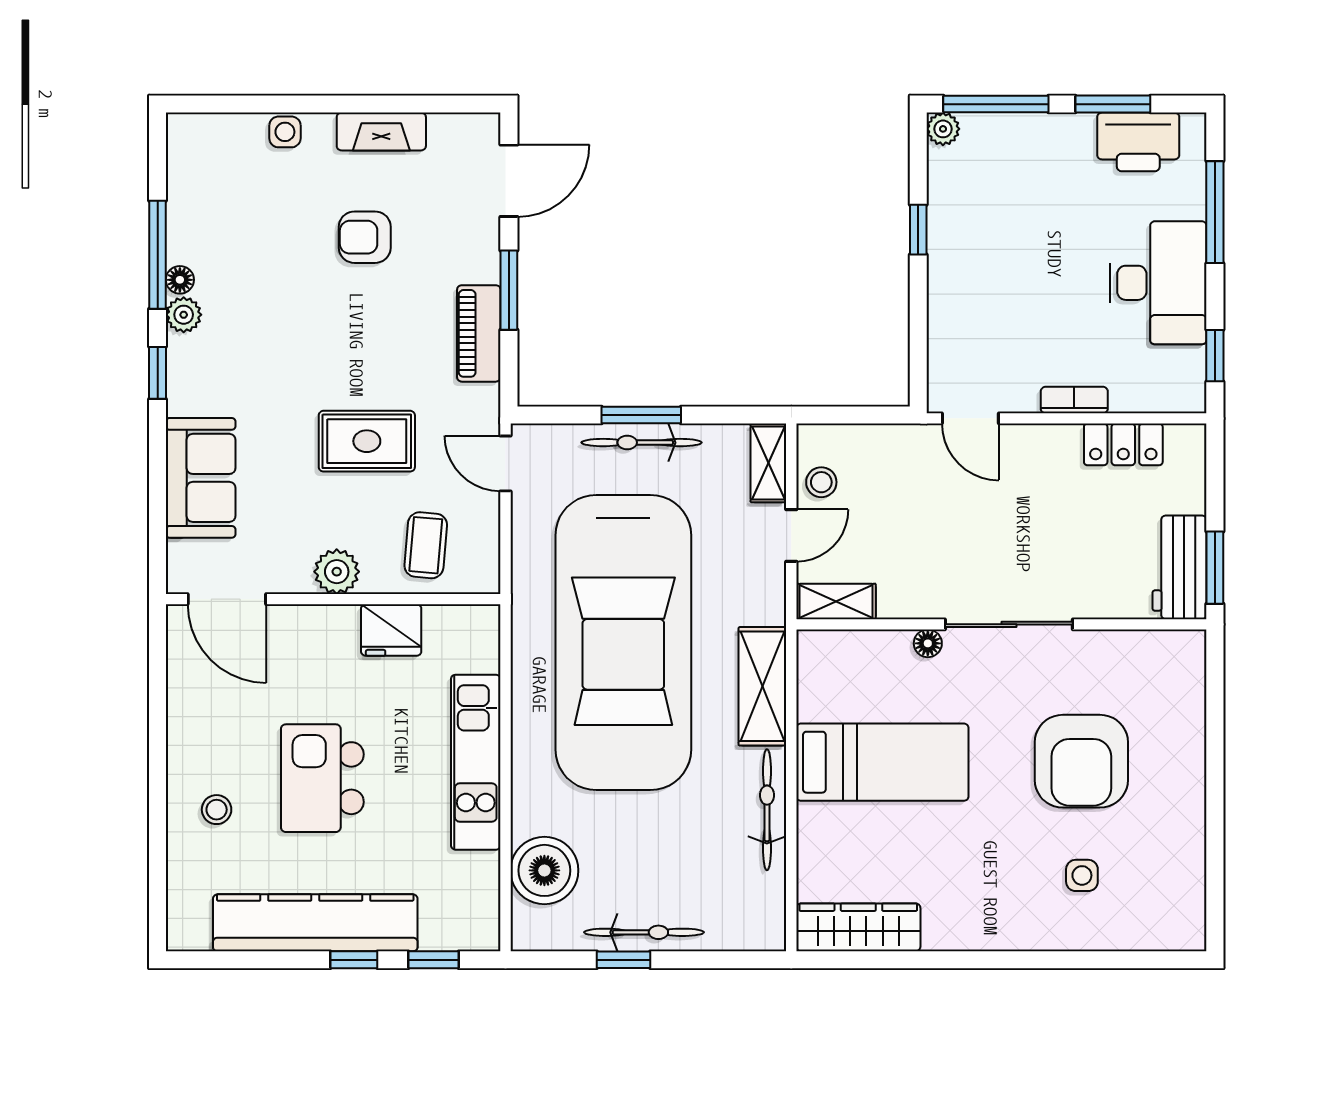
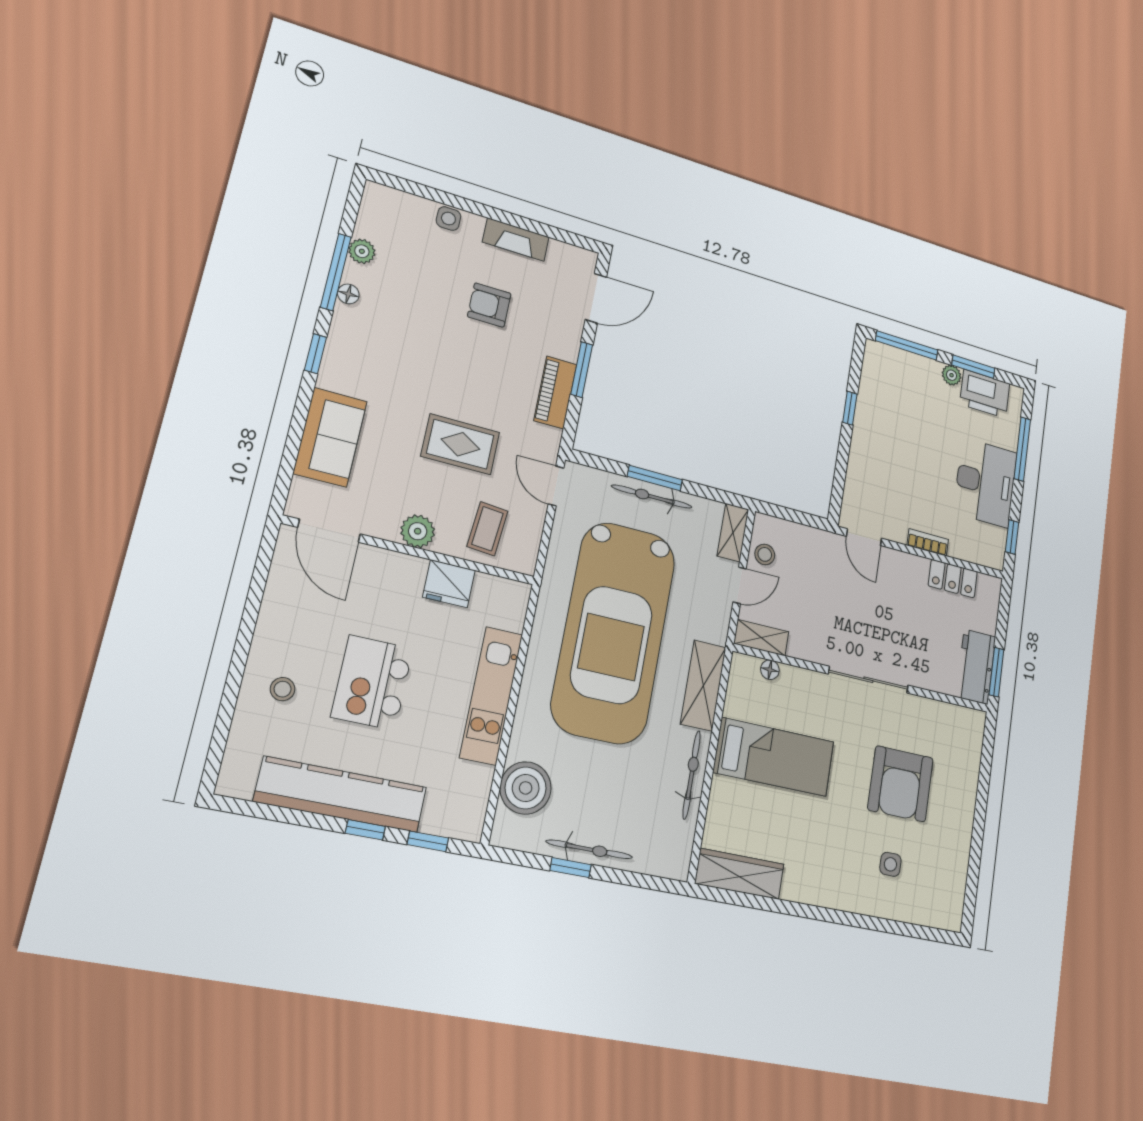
plant: (943, 129) -> (952, 375), moved
plant: (184, 315) -> (362, 251), moved
floor lamp: (928, 643) -> (770, 670), moved

